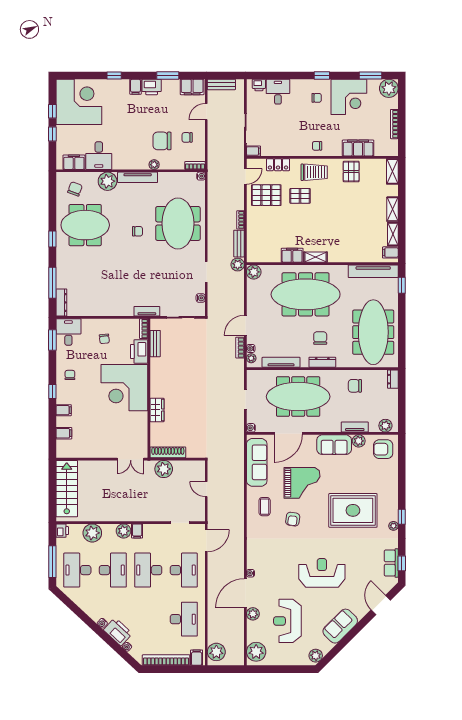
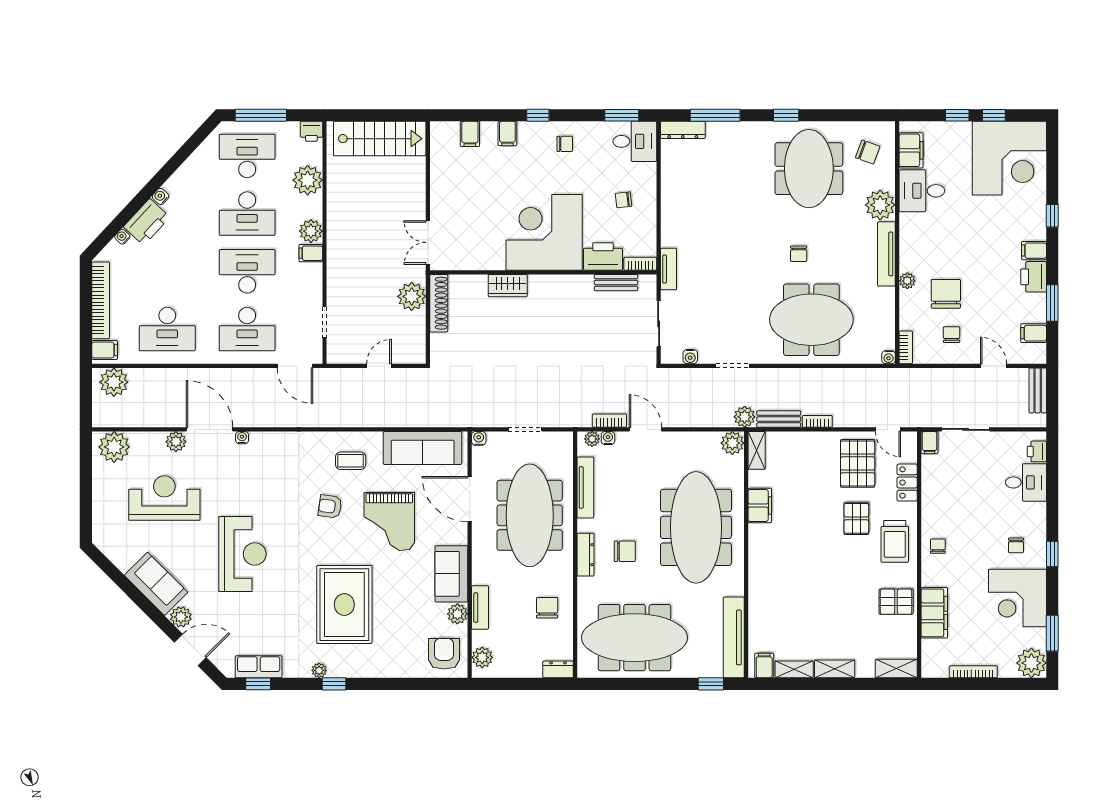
filing cabinet: (192, 87) -> (1034, 333), width x0.50
shelving: (315, 257) -> (757, 450), moved
plant: (316, 656) -> (181, 617), moved

